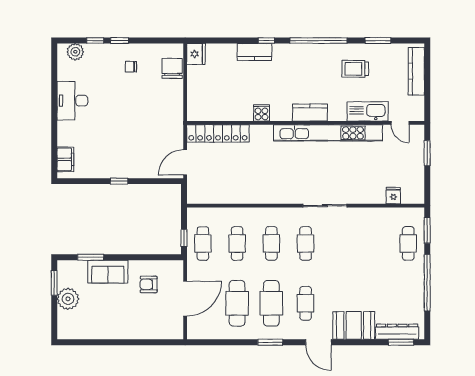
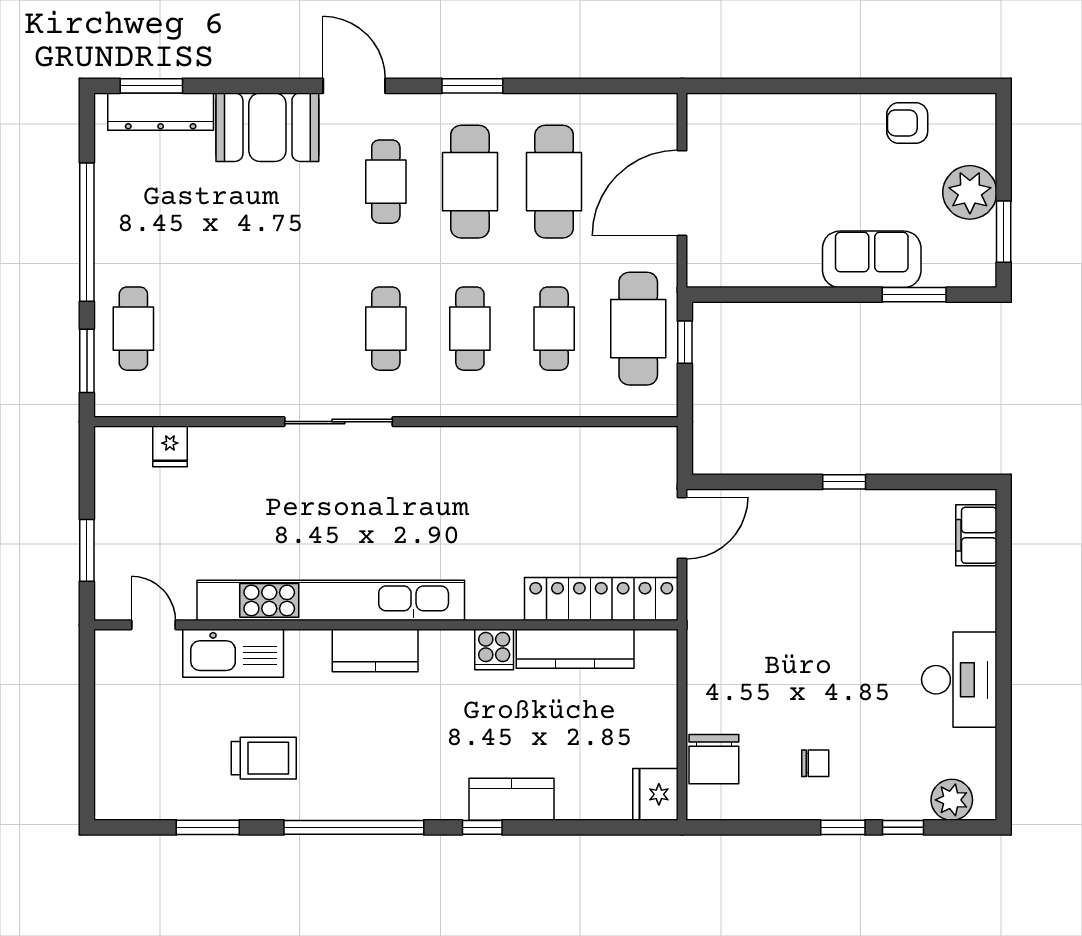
kitchen counter: (416, 71) -> (575, 649), moved, turned 90
cafe table: (203, 243) -> (638, 329), width x1.37, depth x1.35
armchair: (149, 284) -> (907, 123), moved, turned 180

